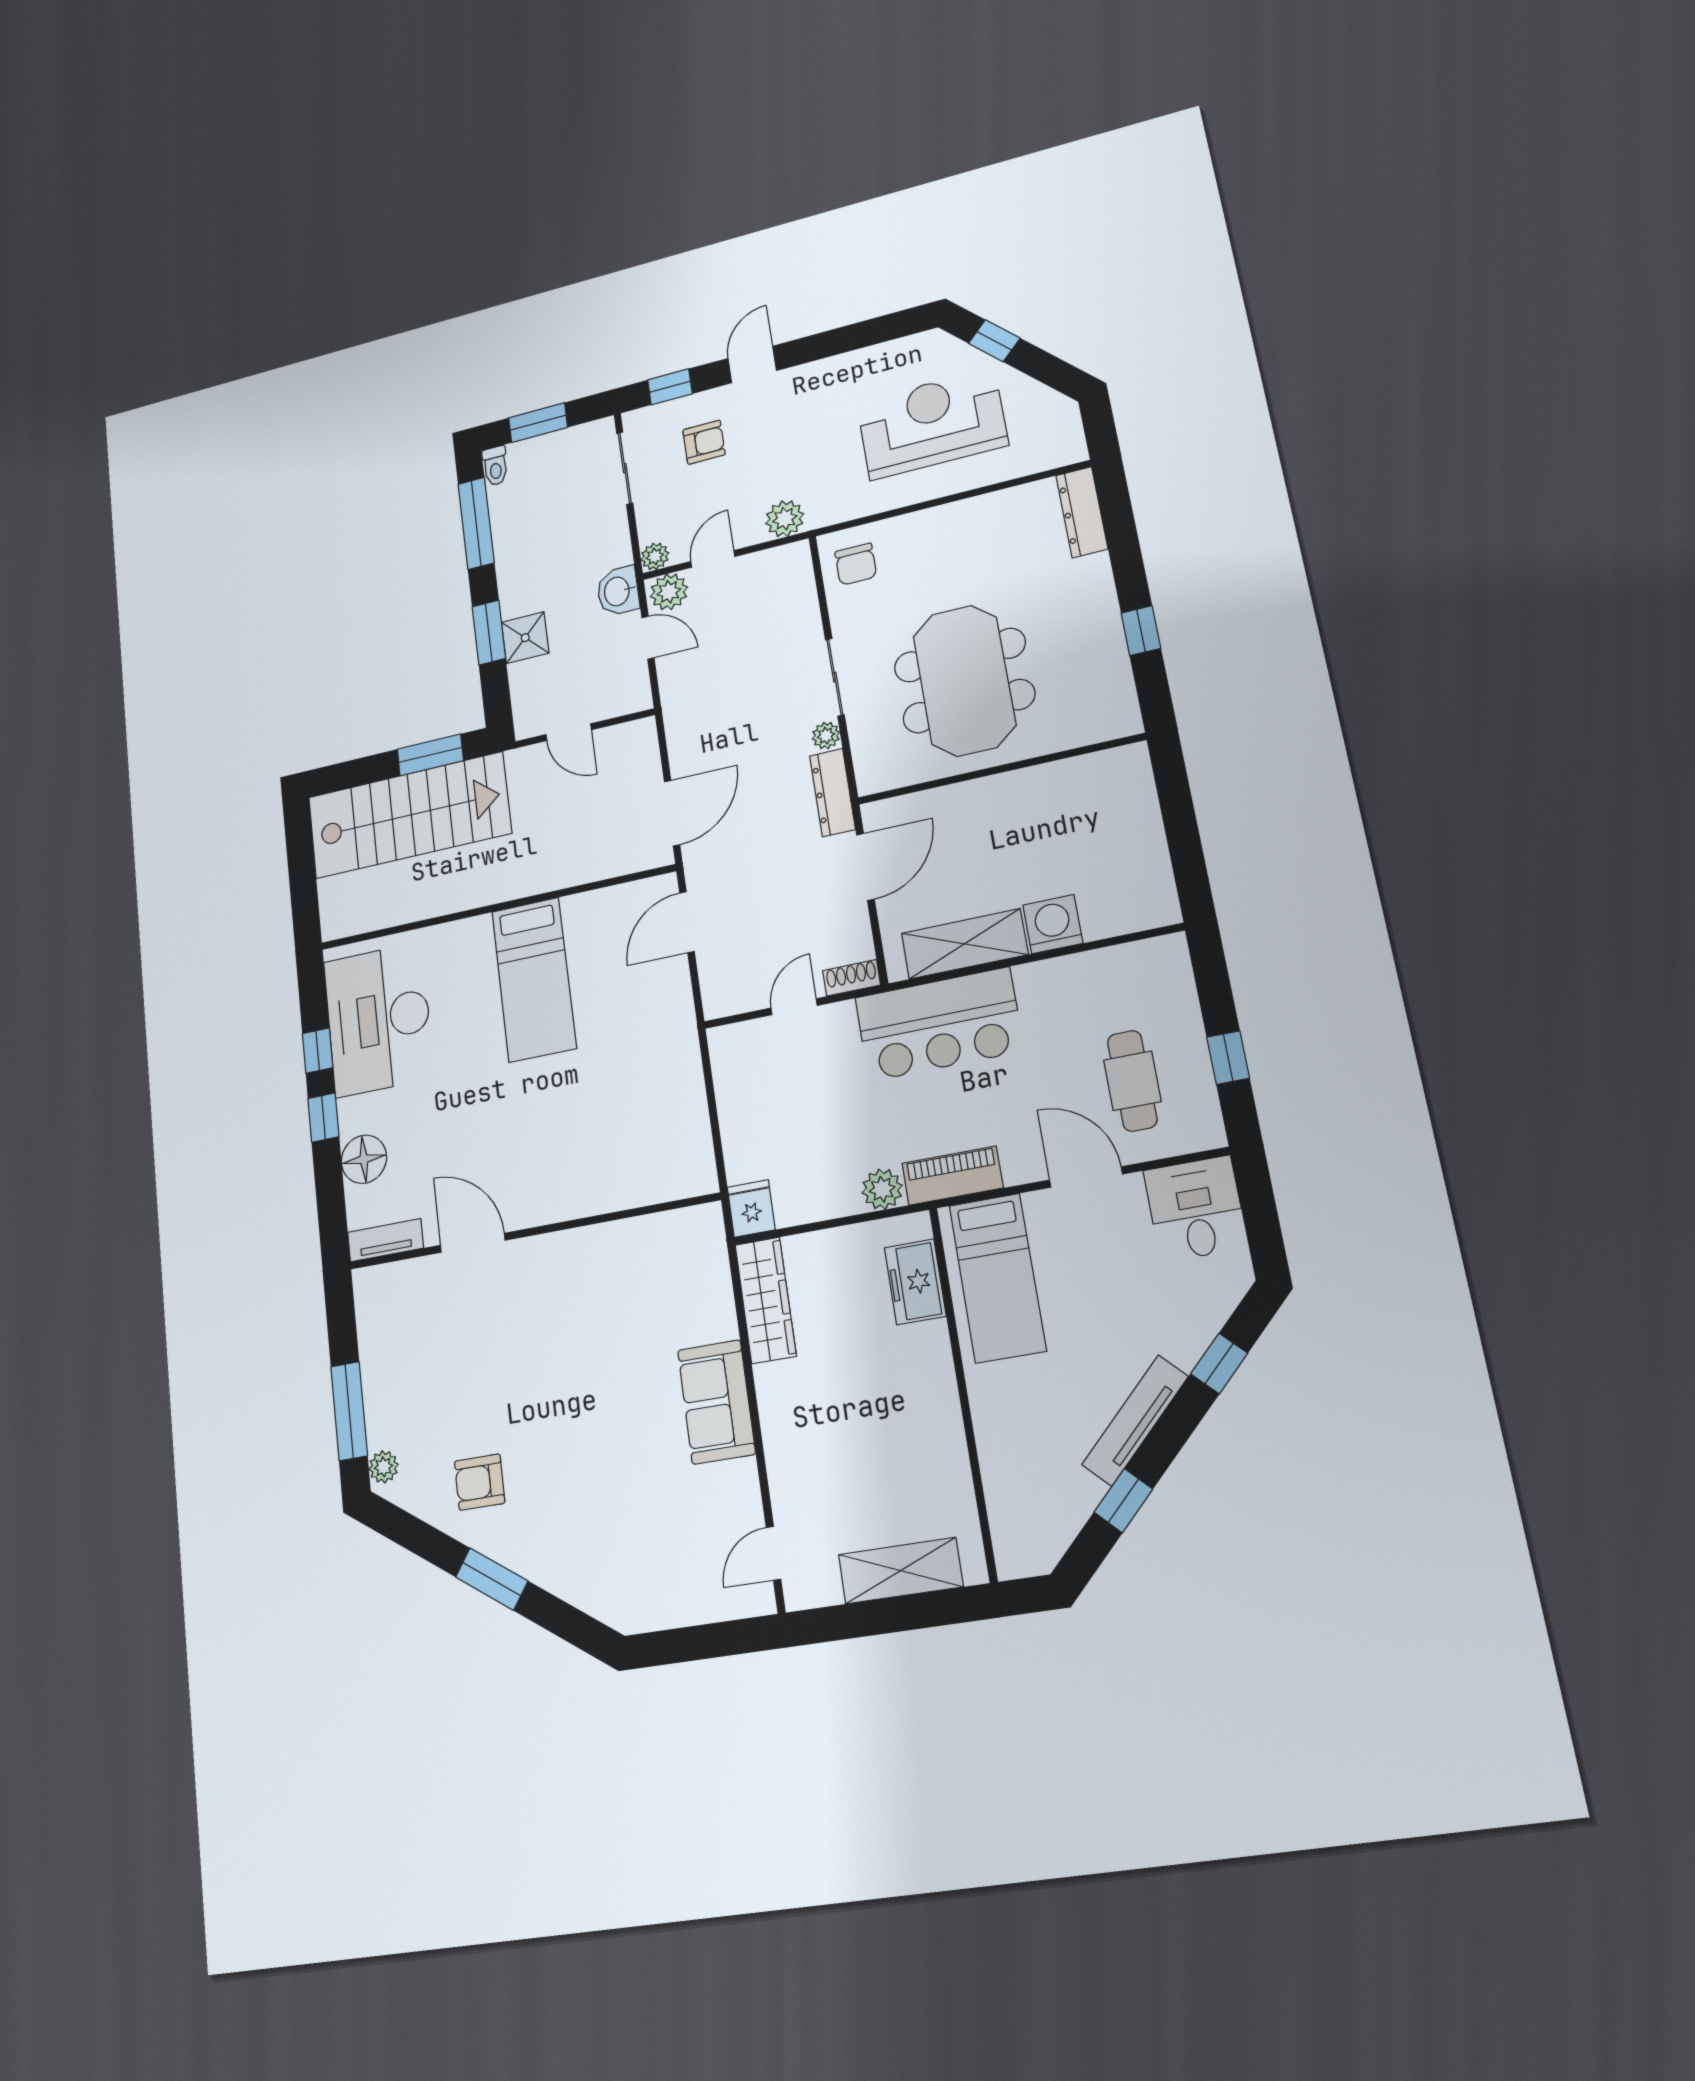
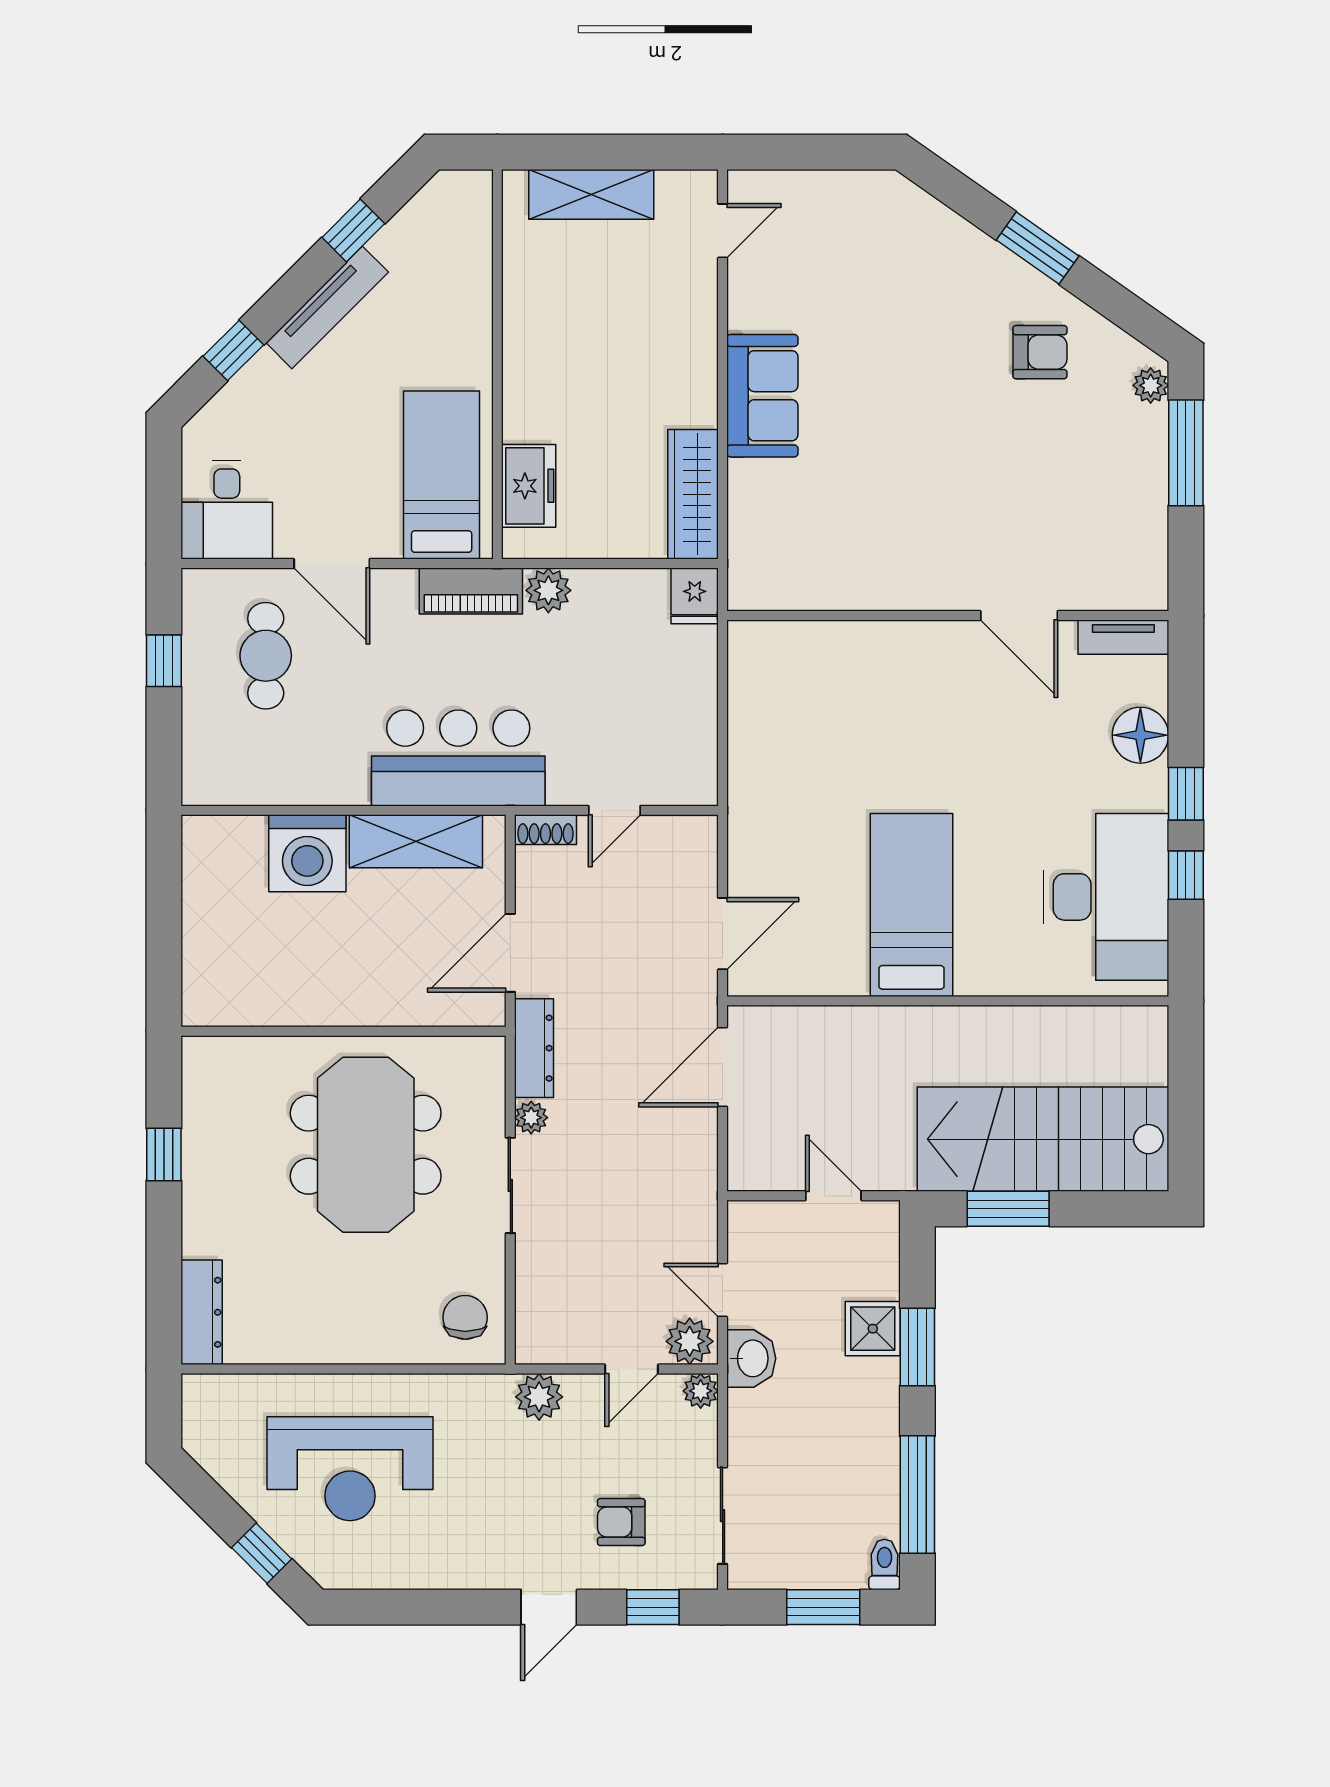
washing machine: (1053, 924) -> (307, 853), width x1.37, depth x1.37

